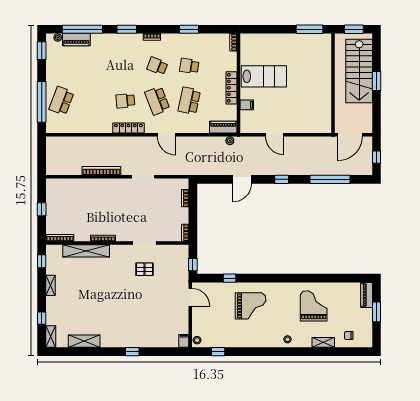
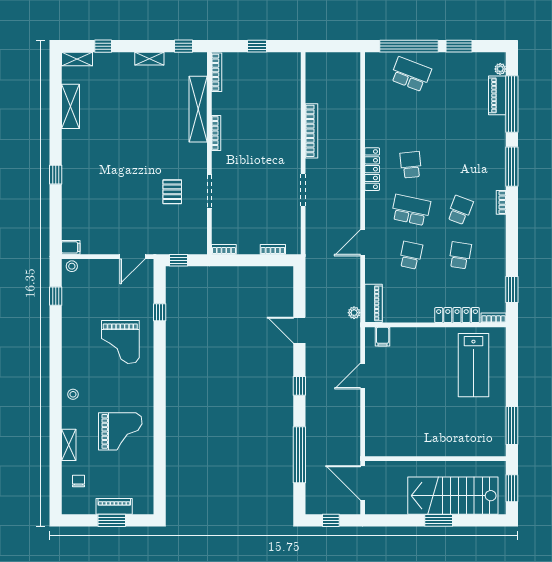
window: (127, 29) -> (512, 167), width x1.44
window: (189, 29) -> (512, 289), moved
window: (42, 51) -> (459, 46), moved
lab bench: (264, 76) -> (473, 365), moved
locker: (232, 88) -> (457, 315), moved
school desk: (157, 101) -> (411, 210), turned 33
school desk: (189, 101) -> (411, 255), width x0.54
filing cabinet: (247, 105) -> (383, 337), moved
door: (166, 135) -> (363, 243), moved
piano: (367, 295) -> (114, 506), moved

